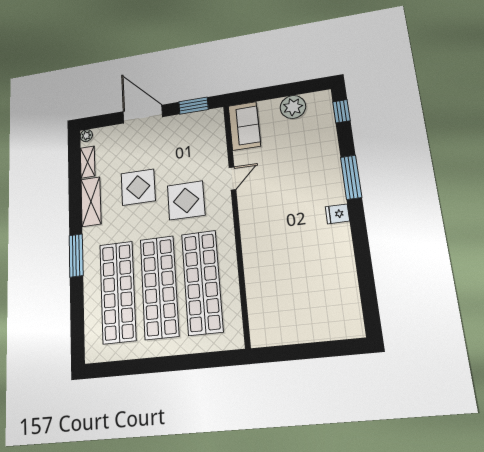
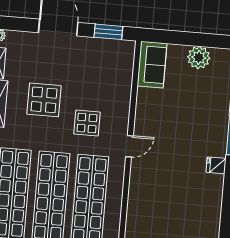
door: (232, 178) -> (129, 146), moved
display table: (186, 200) -> (87, 123), width x0.73, depth x0.73

